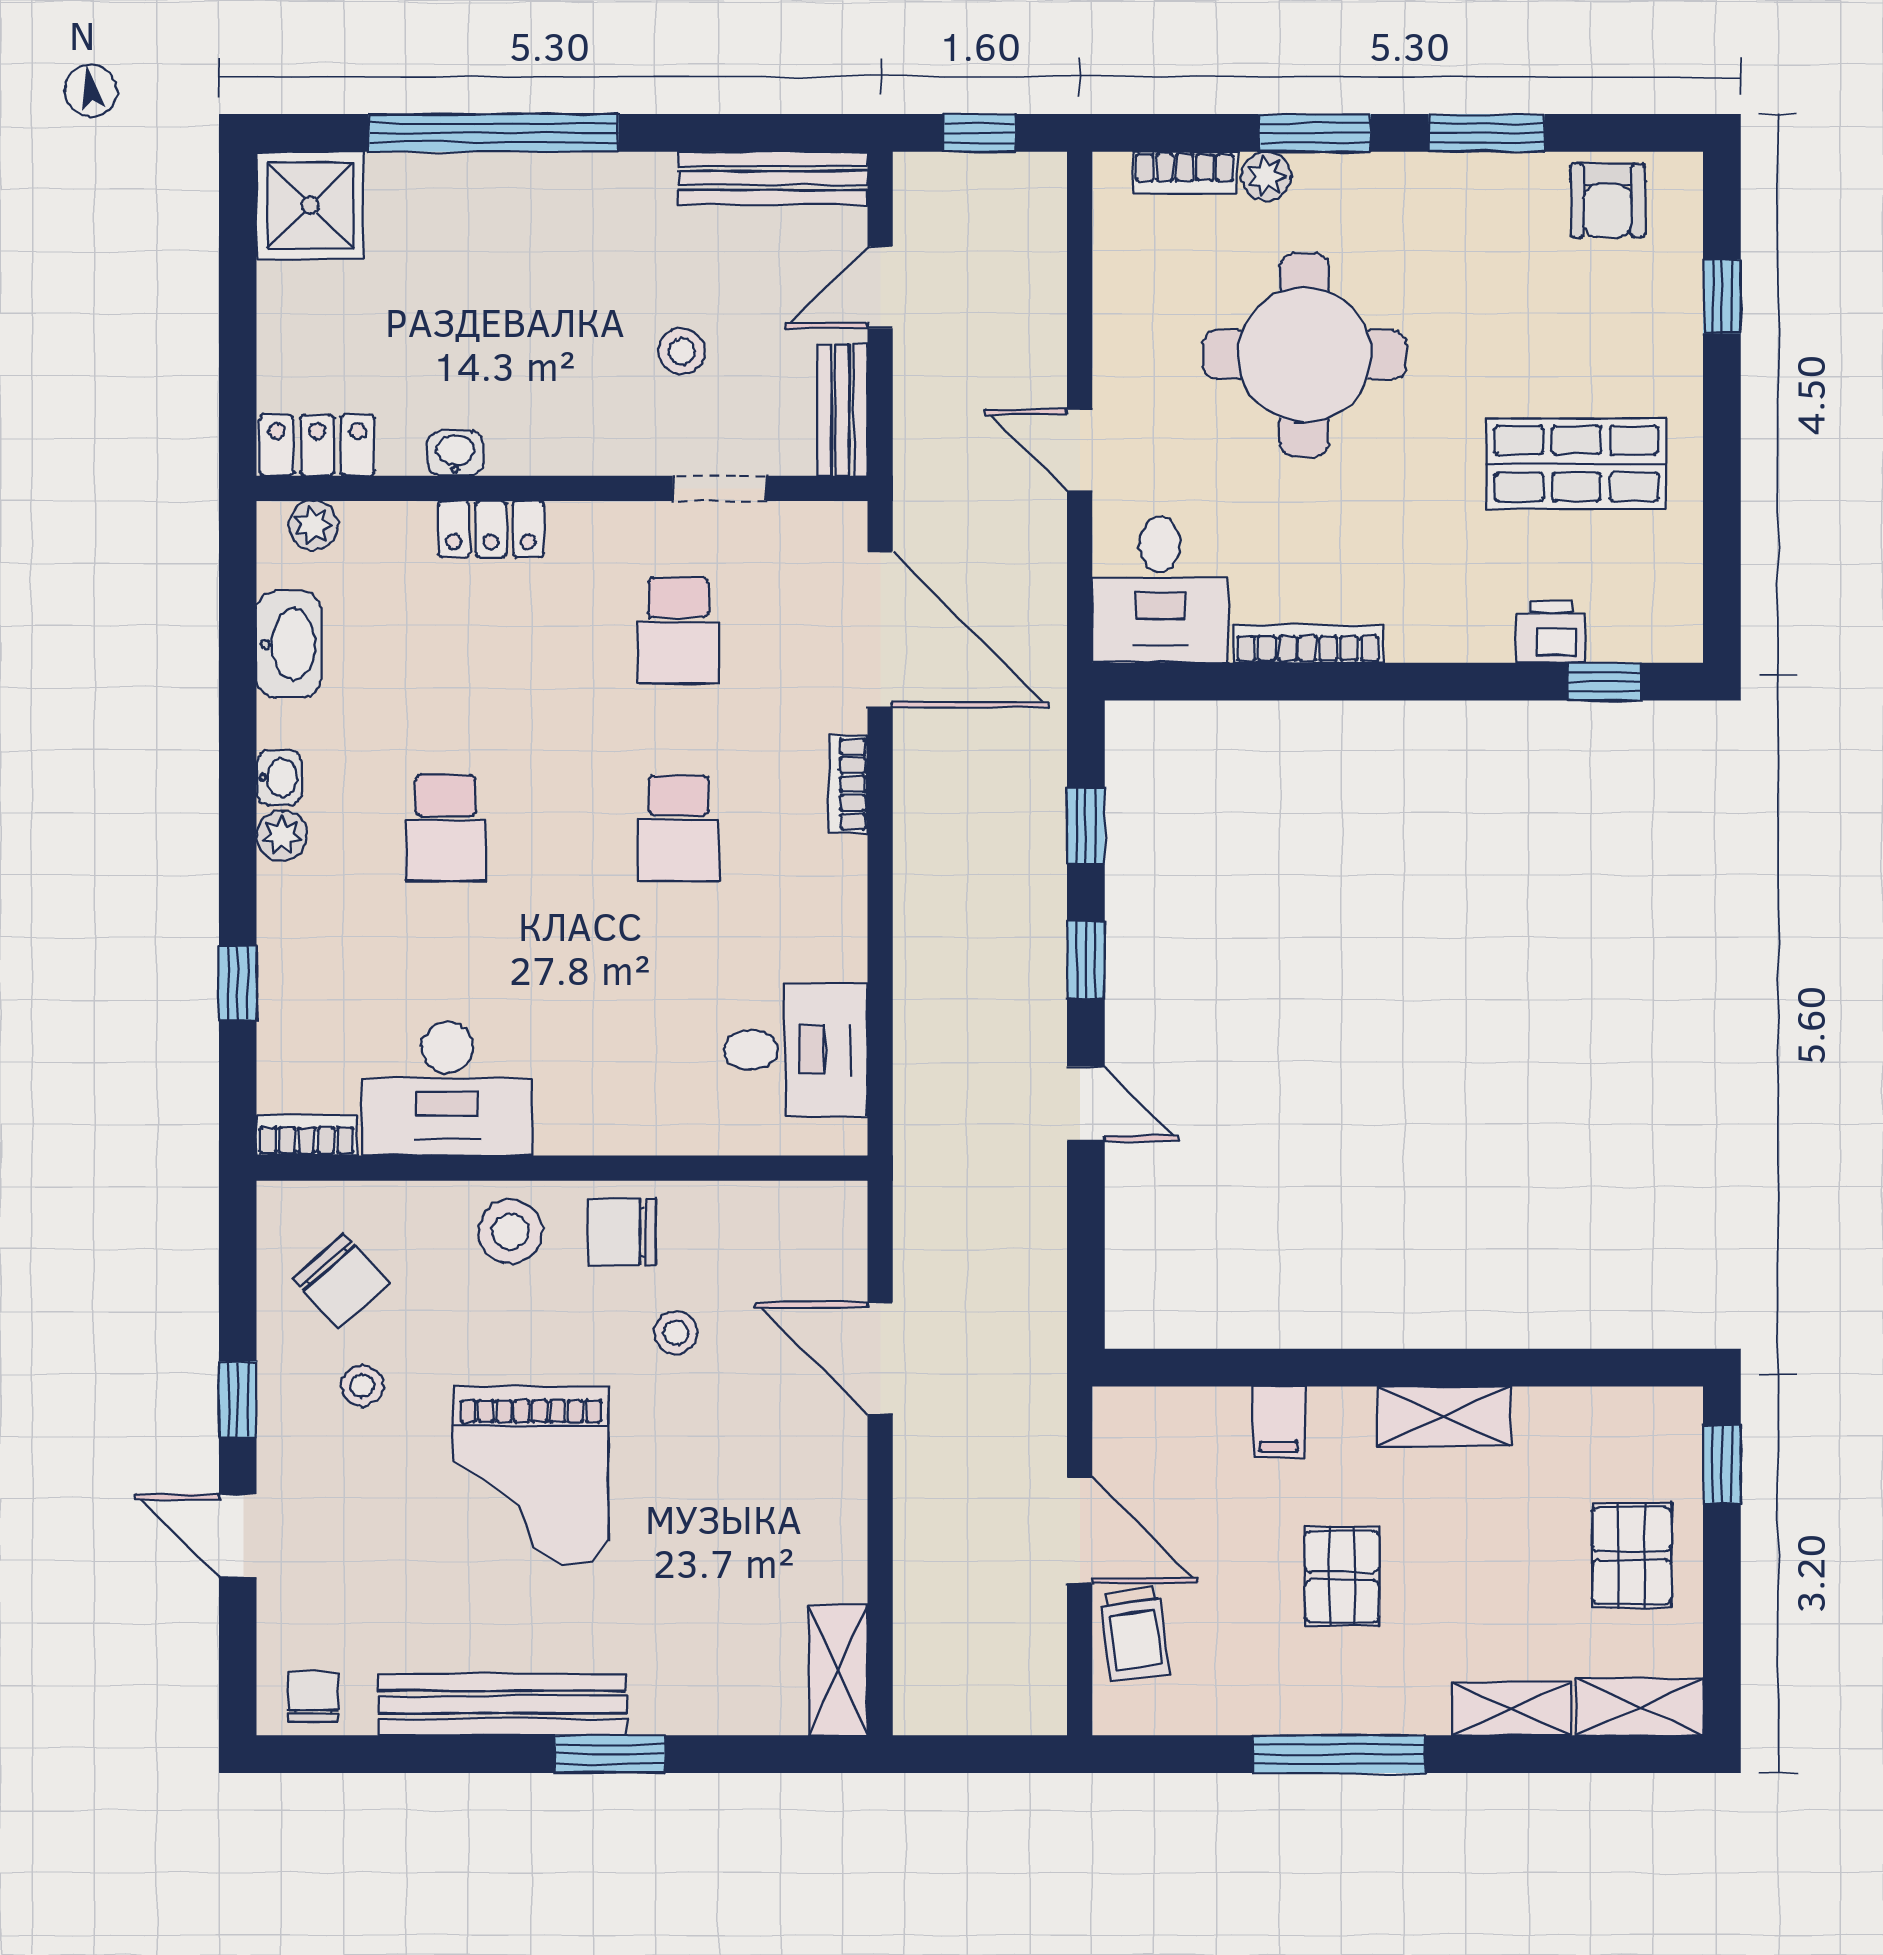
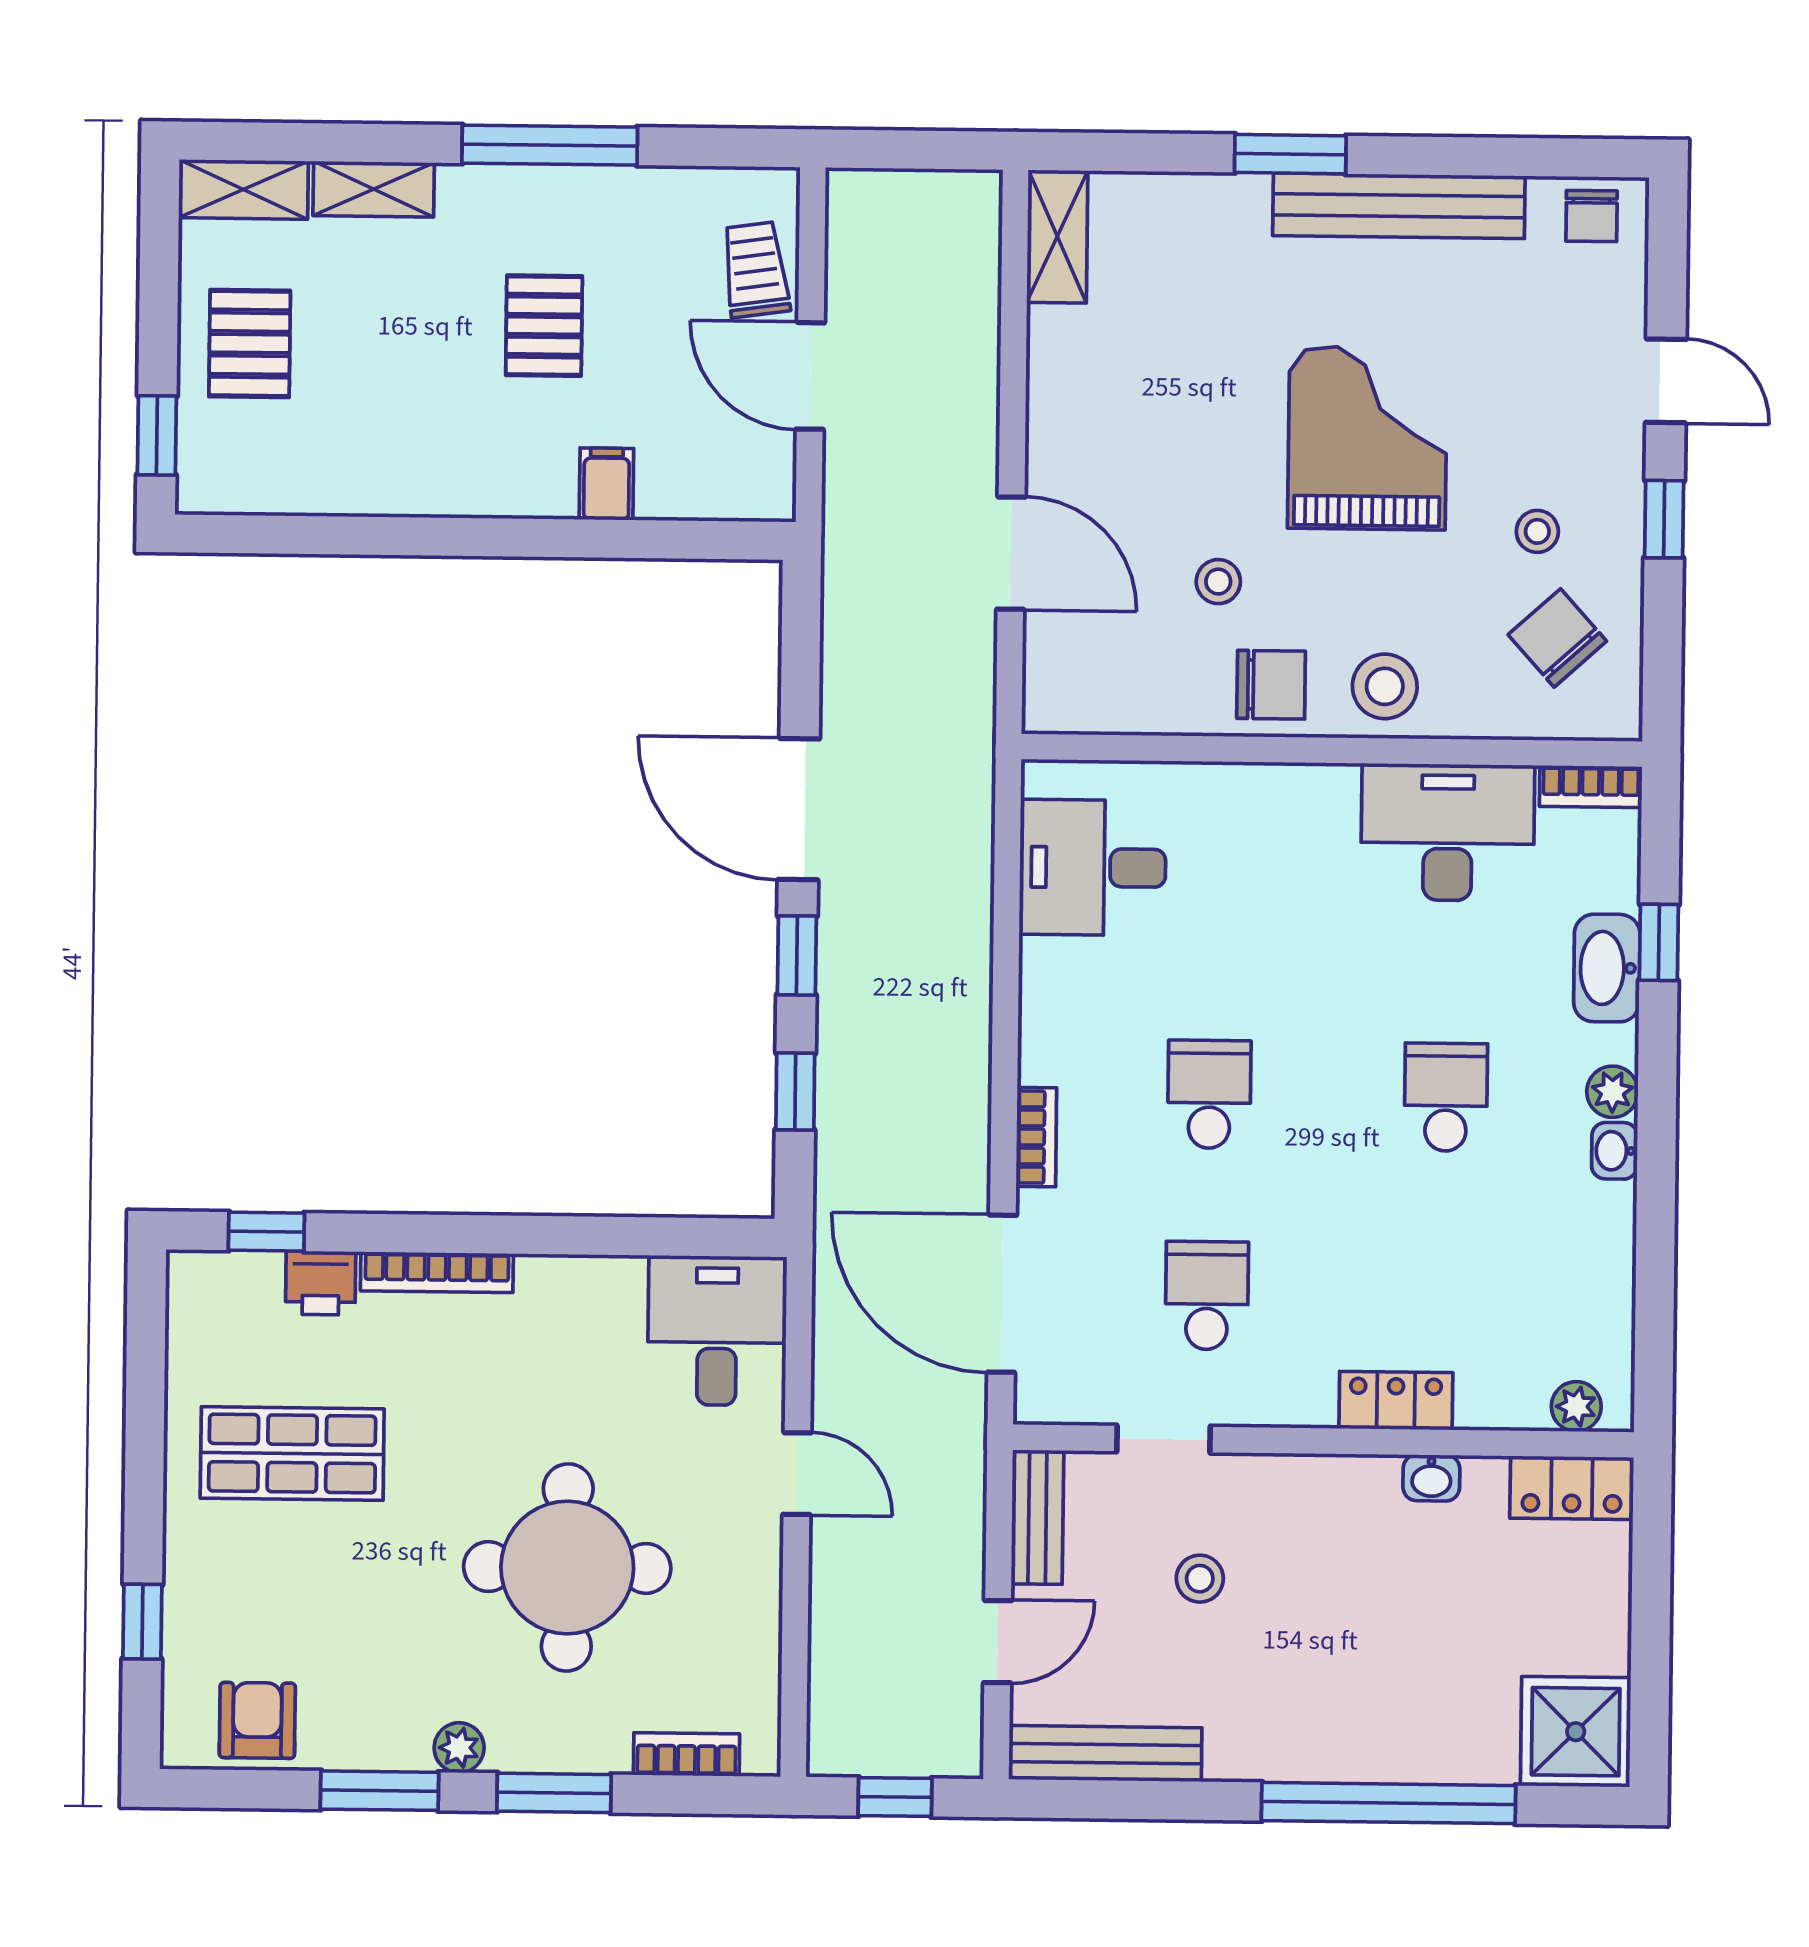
plant: (1266, 176) -> (459, 1748), moved
washbasin: (289, 644) -> (1607, 968), moved
bookcase: (1308, 644) -> (437, 1272), moved
door: (1086, 1104) -> (799, 809), width x1.87
shelving: (1444, 1416) -> (439, 487), removed

